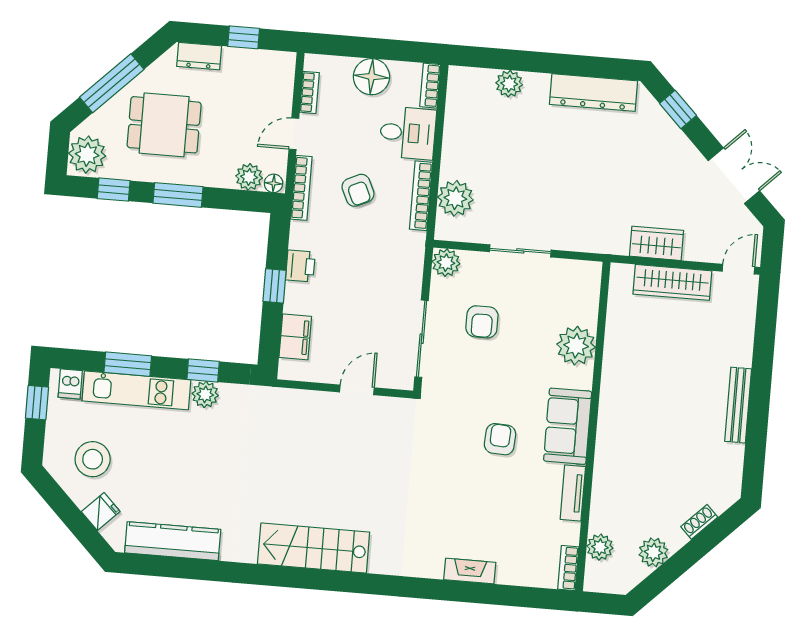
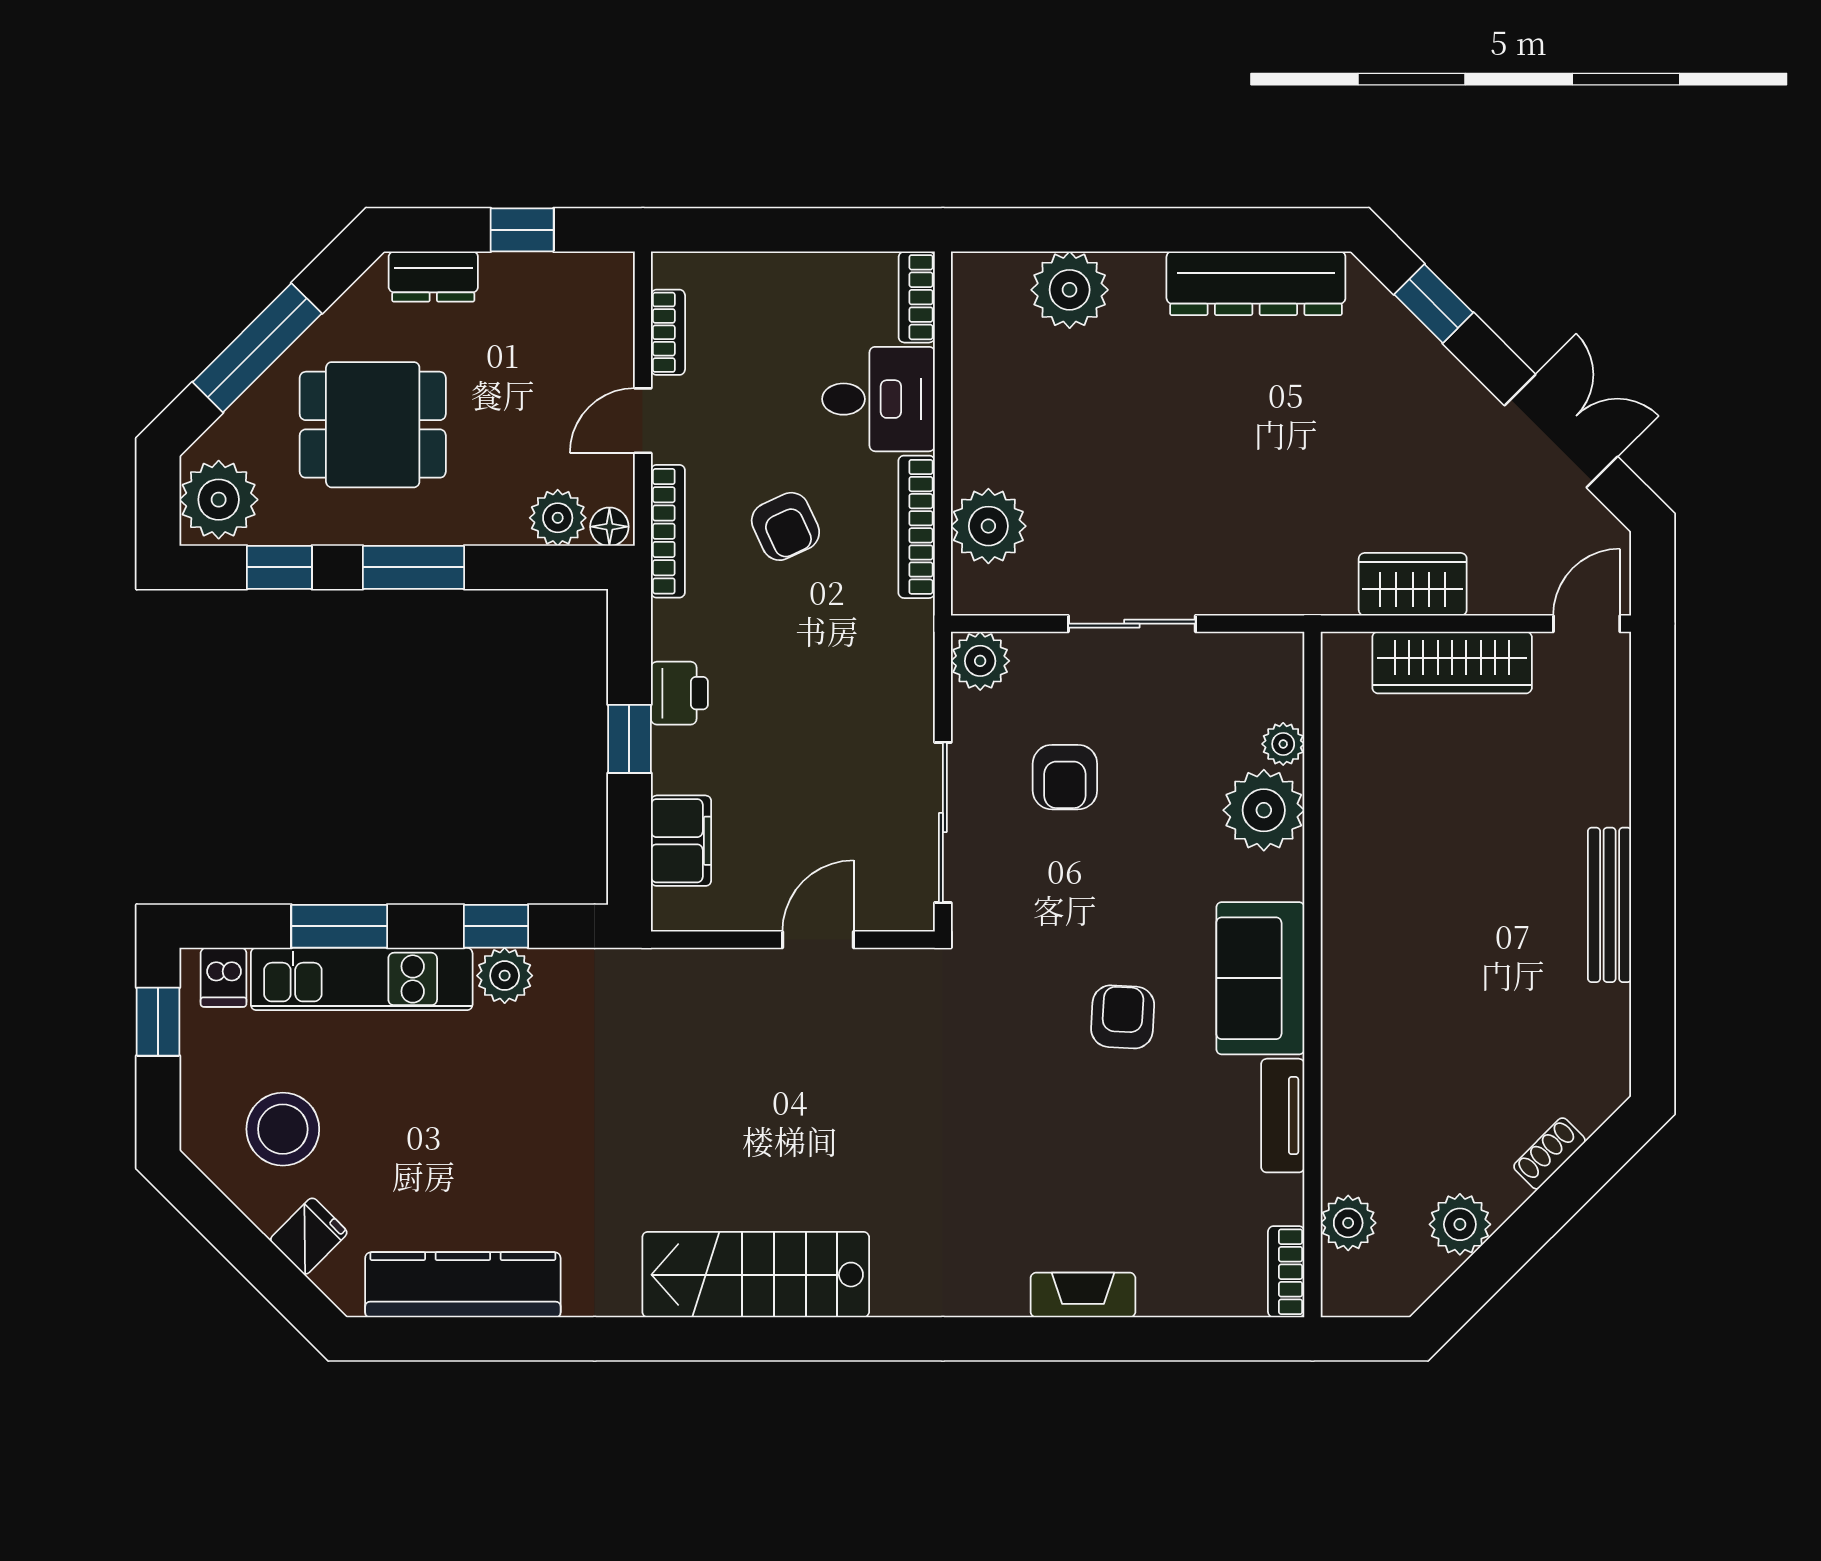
floor lamp: (371, 77) -> (794, 289), removed
plant: (509, 84) -> (1070, 290), width x1.36, depth x1.36
plant: (588, 315) -> (1283, 744), added

